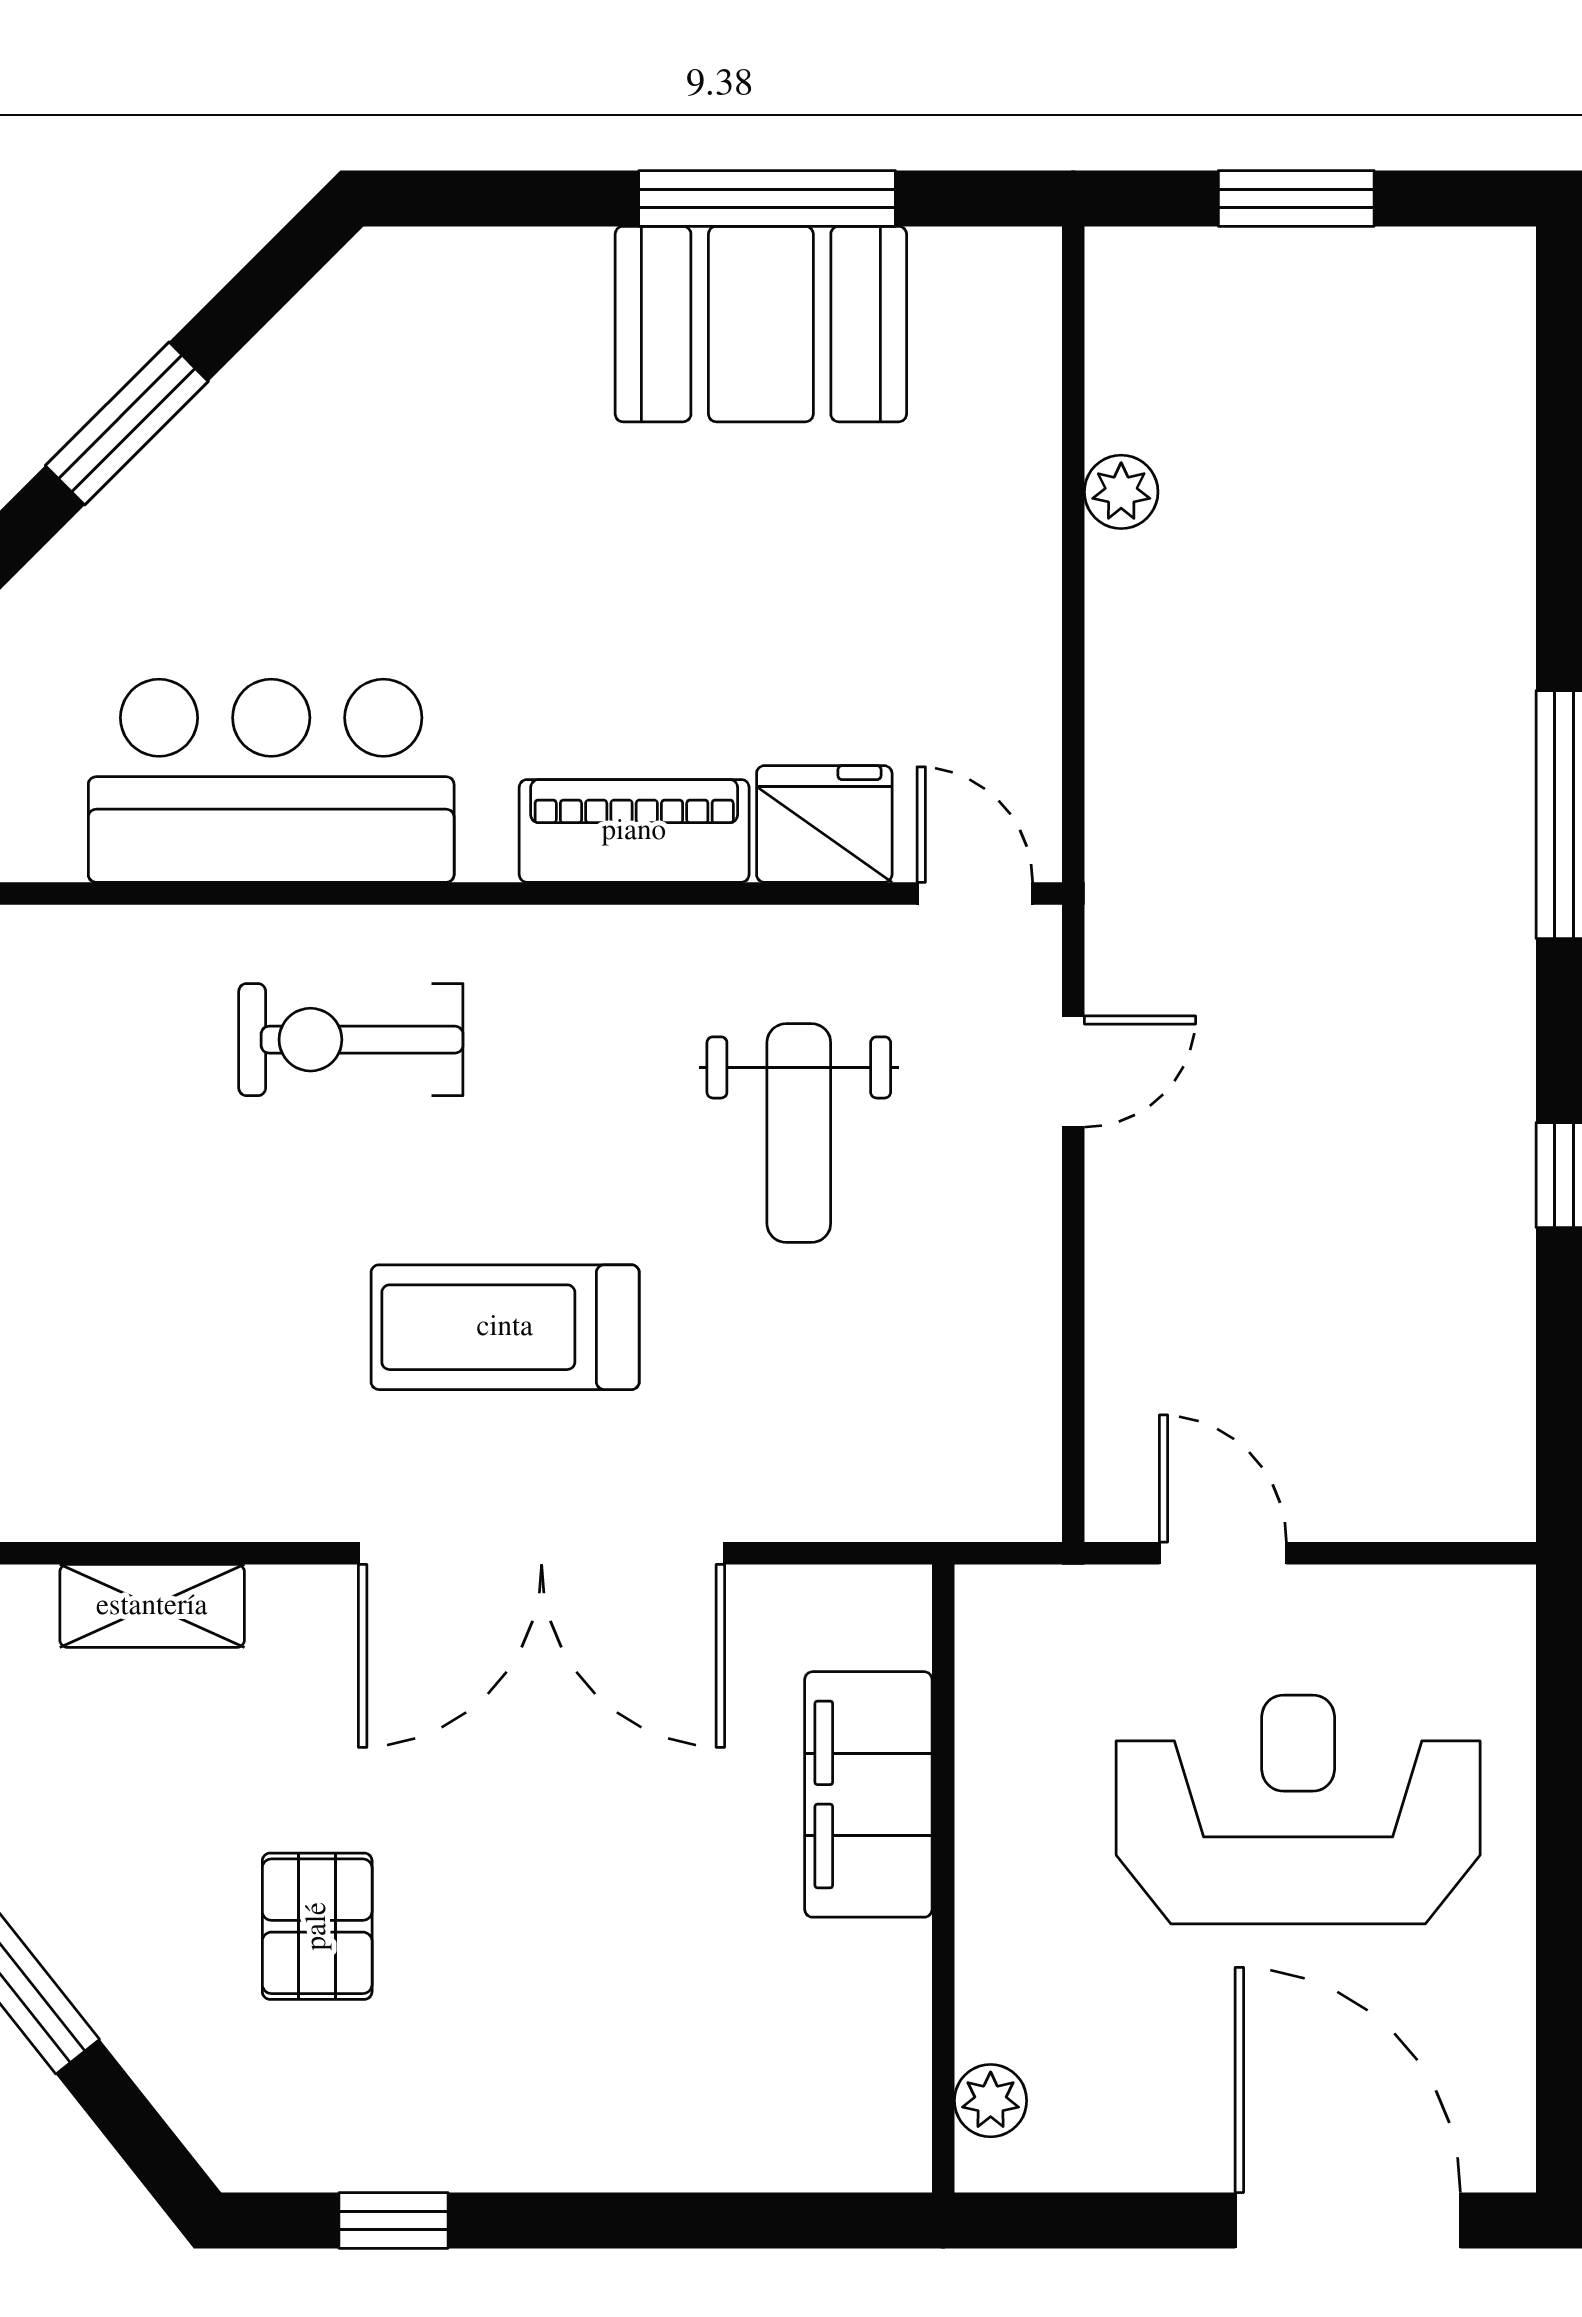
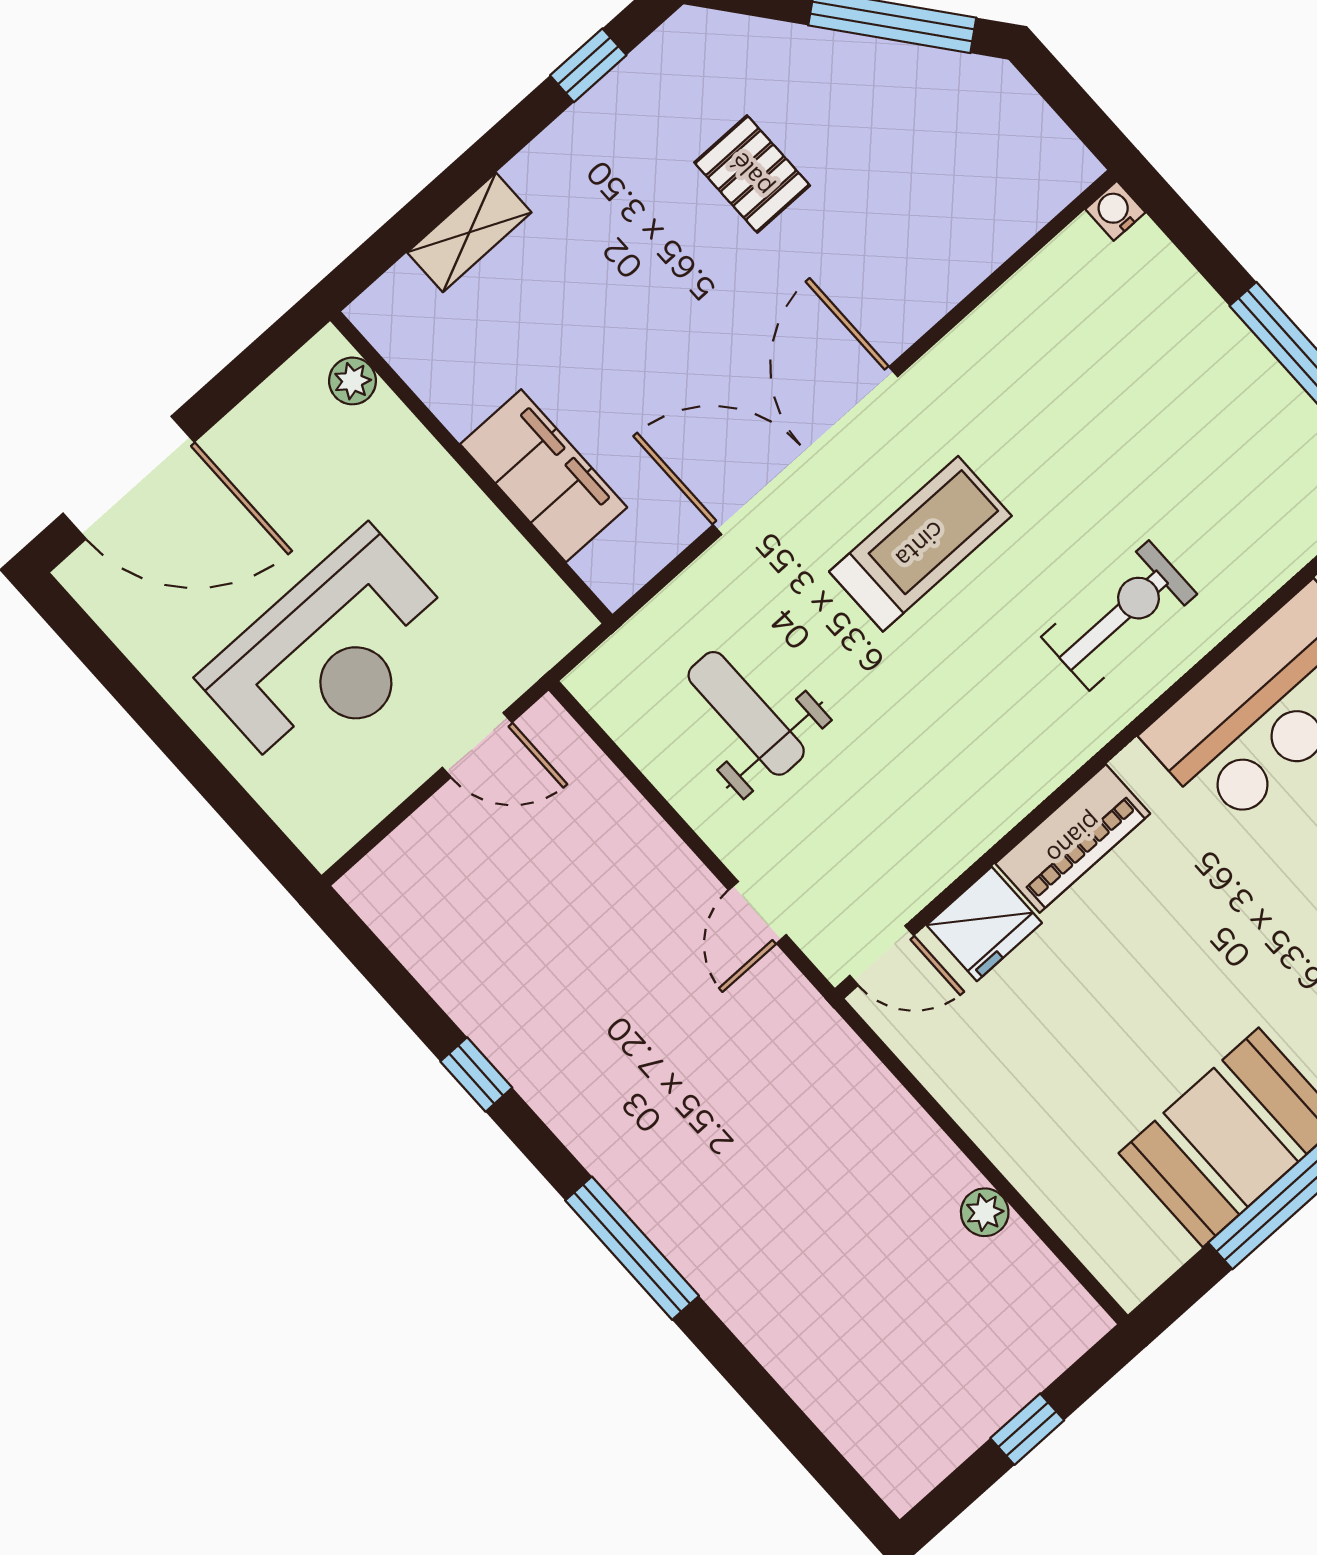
window: (1296, 198) -> (1027, 1429), width x0.67
weight bench: (799, 1133) -> (746, 713), moved
shelving: (152, 1606) -> (469, 232), moved

